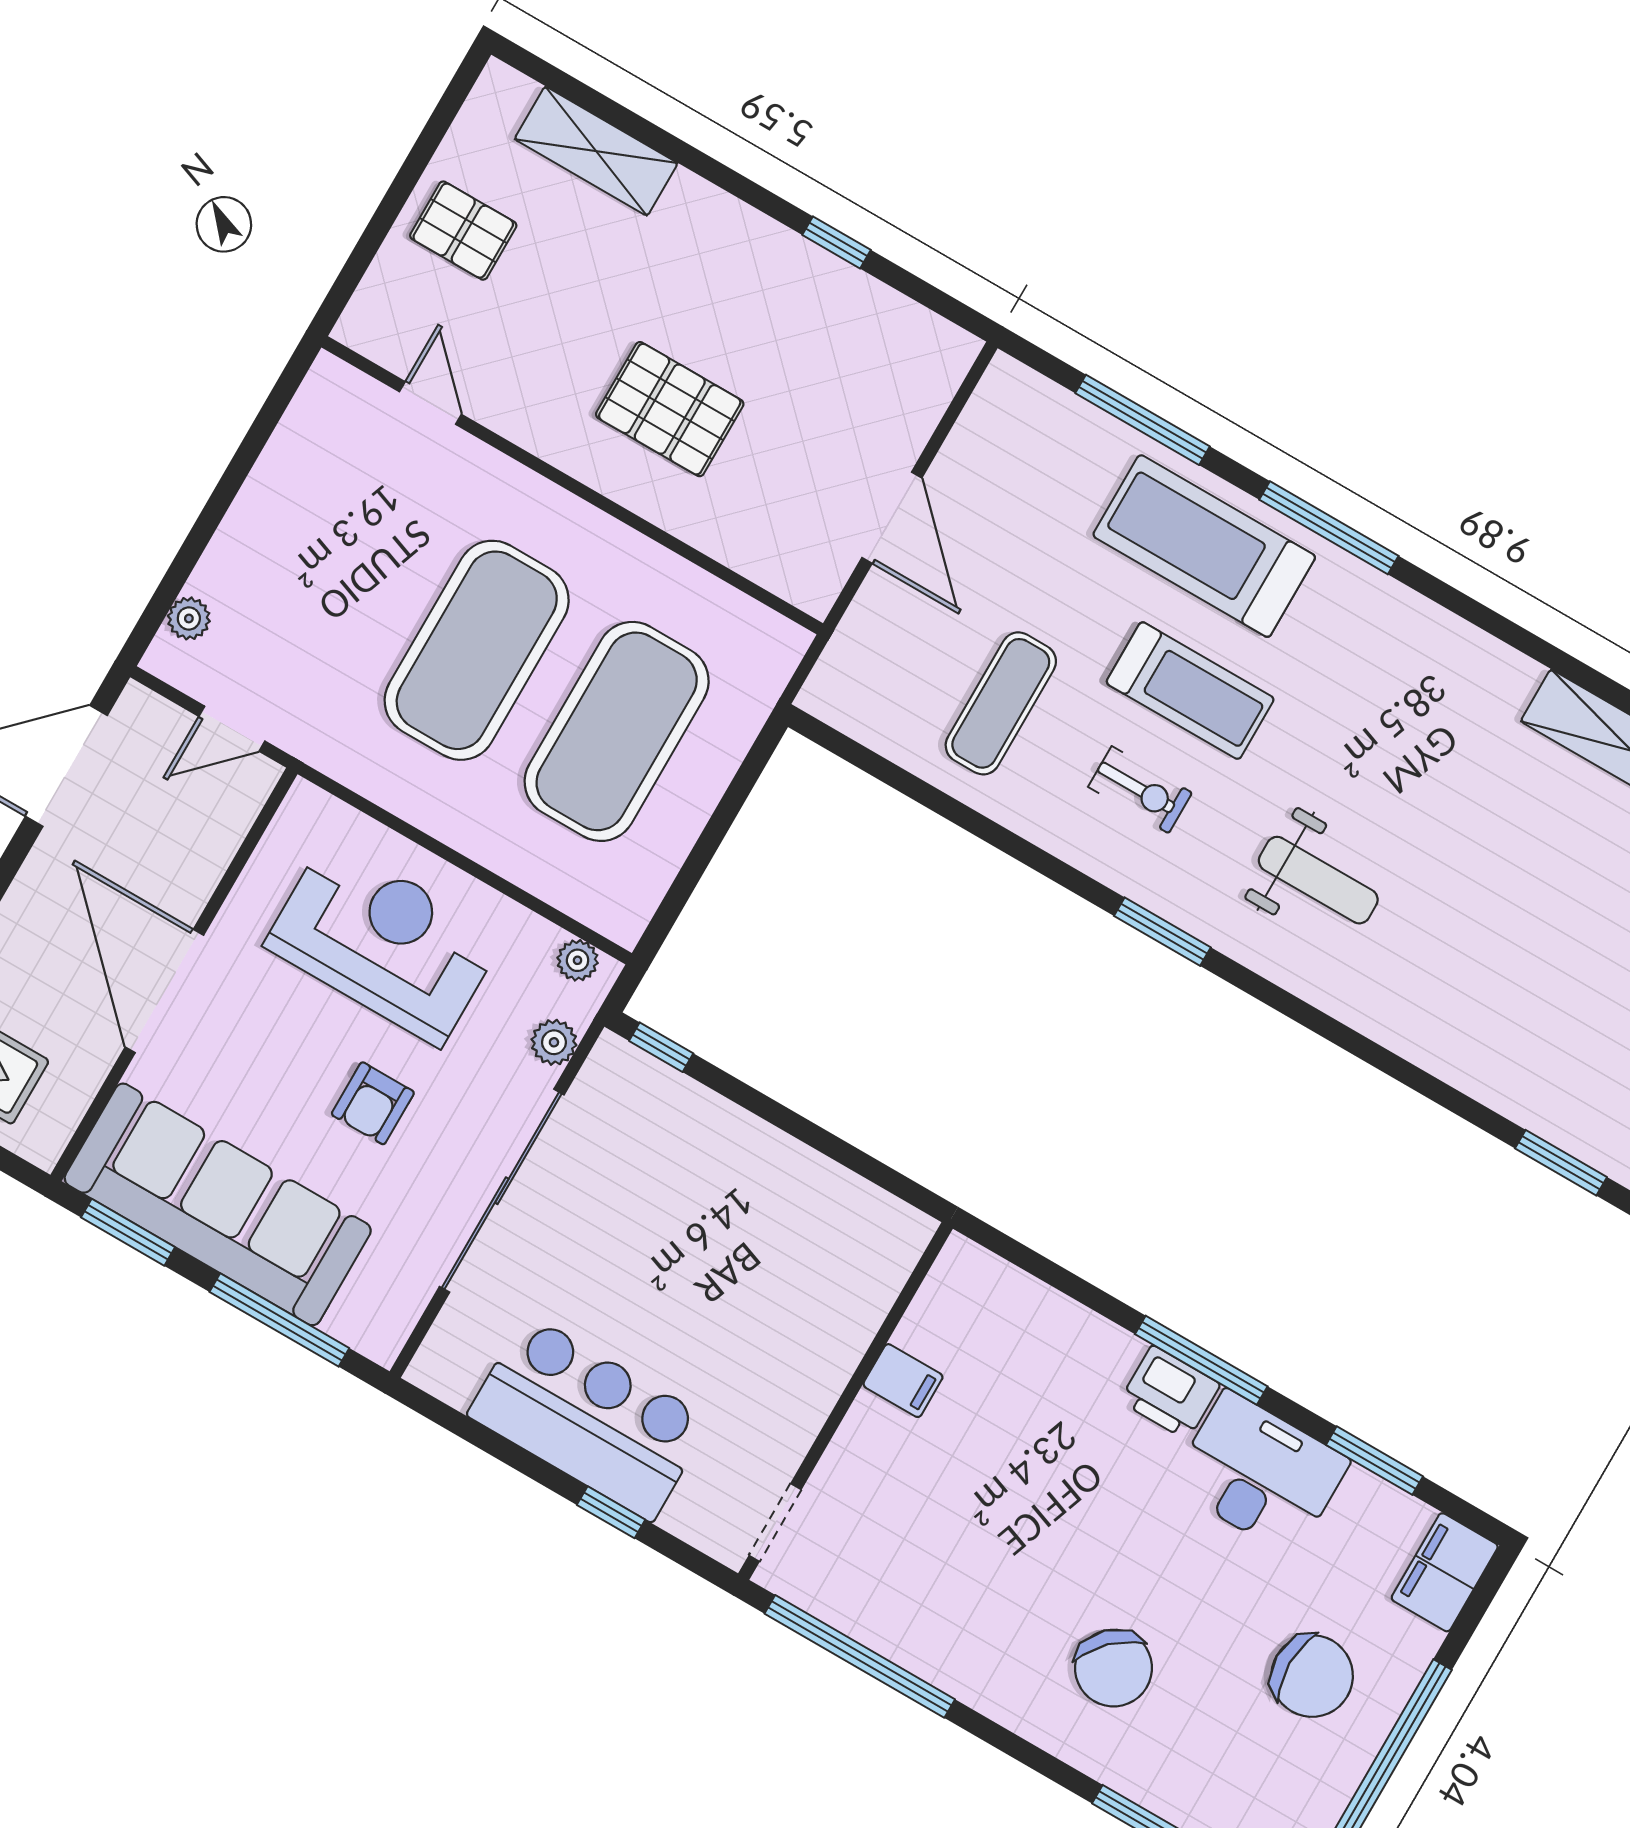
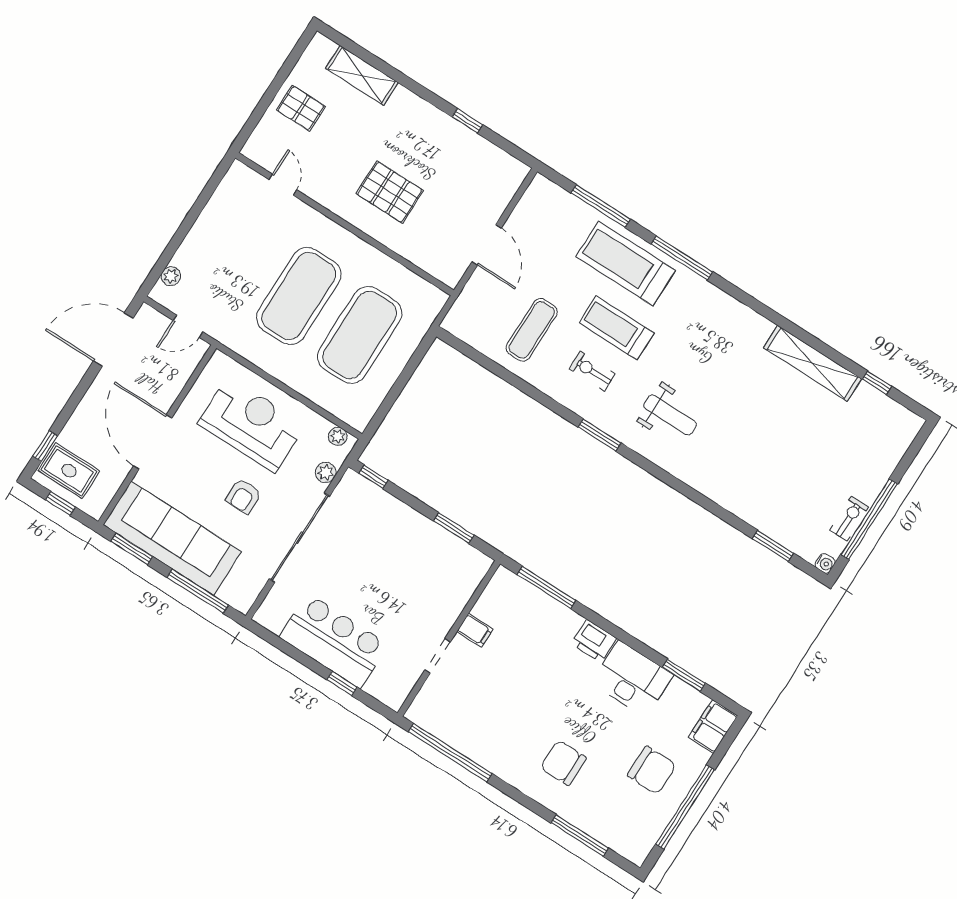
treadmill: (1190, 691) -> (617, 328), turned 180
exercise bike: (1140, 790) -> (592, 371), turned 180
window: (846, 1154) -> (454, 528), added
window: (1201, 1360) -> (547, 587), moved
doorway: (775, 1522) -> (438, 656), moved
chair: (1113, 1668) -> (563, 763), turned 134

